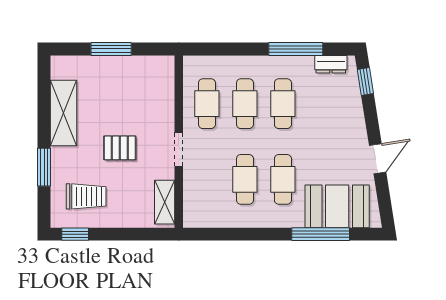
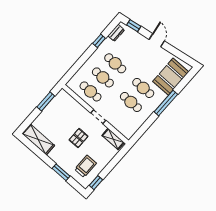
window: (111, 49) -> (46, 102), moved
window: (296, 49) -> (99, 41), width x0.46
shelving: (64, 113) -> (38, 139), moved
door: (378, 159) -> (157, 40), moved
window: (321, 234) -> (166, 103), moved

